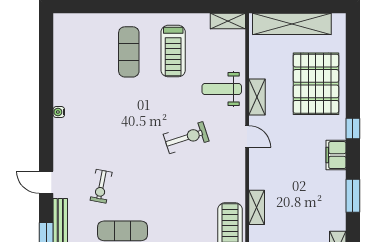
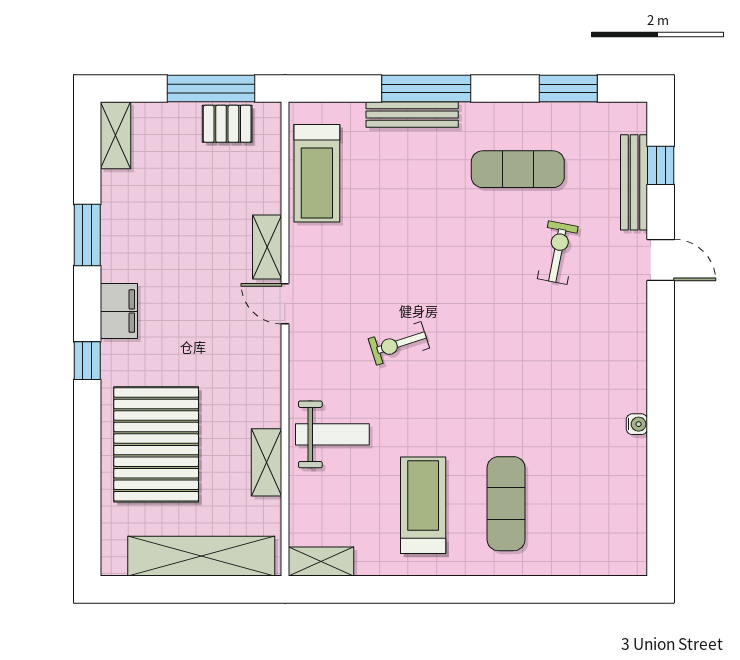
shelving: (257, 97) -> (266, 462), moved
water cooler: (59, 112) -> (637, 424), moved
door: (247, 136) -> (285, 304), moved
exercise bike: (186, 138) -> (399, 343), width x0.73, depth x0.72
shelving: (257, 207) -> (267, 247), moved

